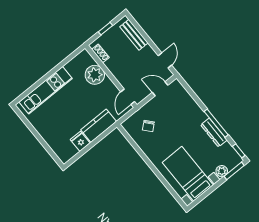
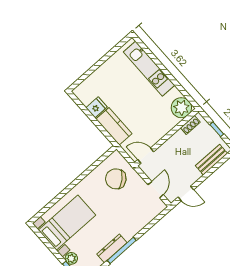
plant: (95, 75) -> (181, 108), moved
chair: (148, 126) -> (116, 179), width x1.87, depth x1.87

